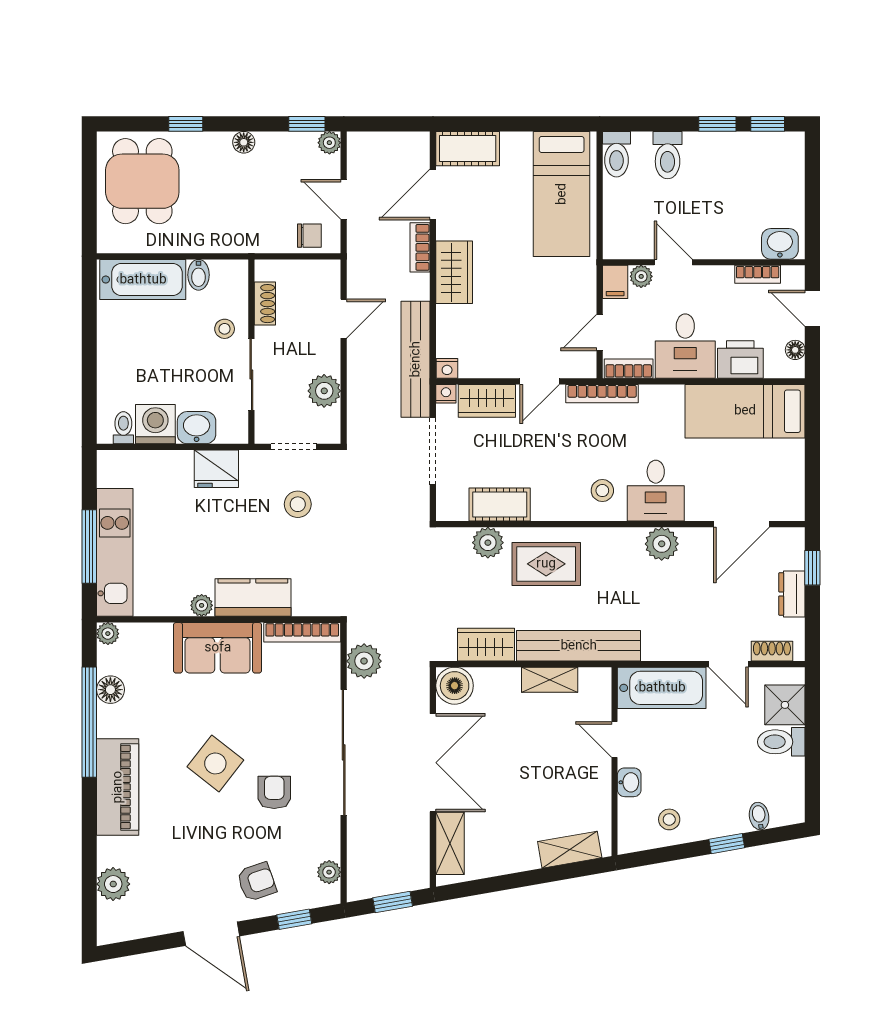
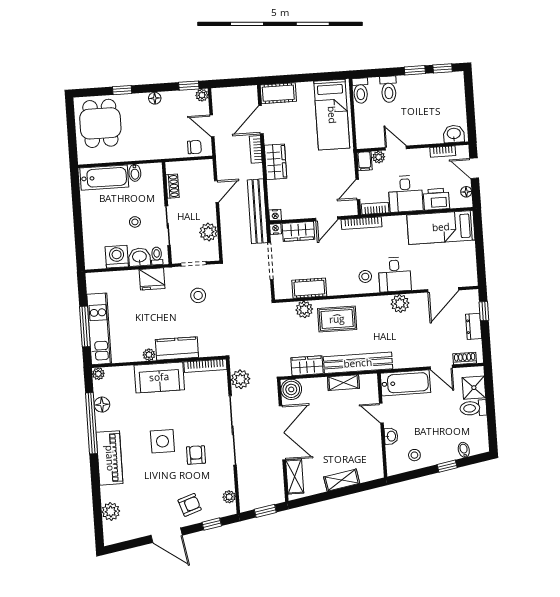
stool: (225, 329) -> (135, 222), moved
toilet: (123, 428) -> (157, 256), moved
side table: (215, 763) -> (162, 441), turned -38
shelving: (570, 850) -> (342, 480), moved

